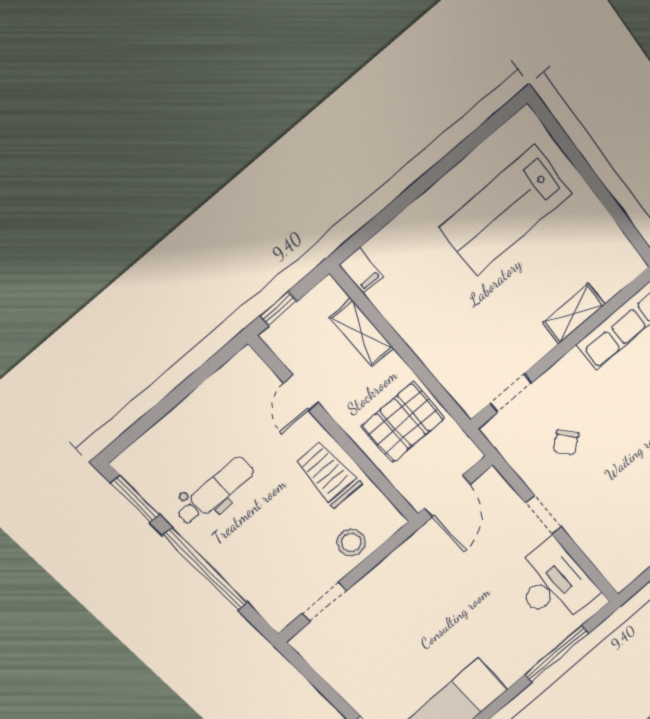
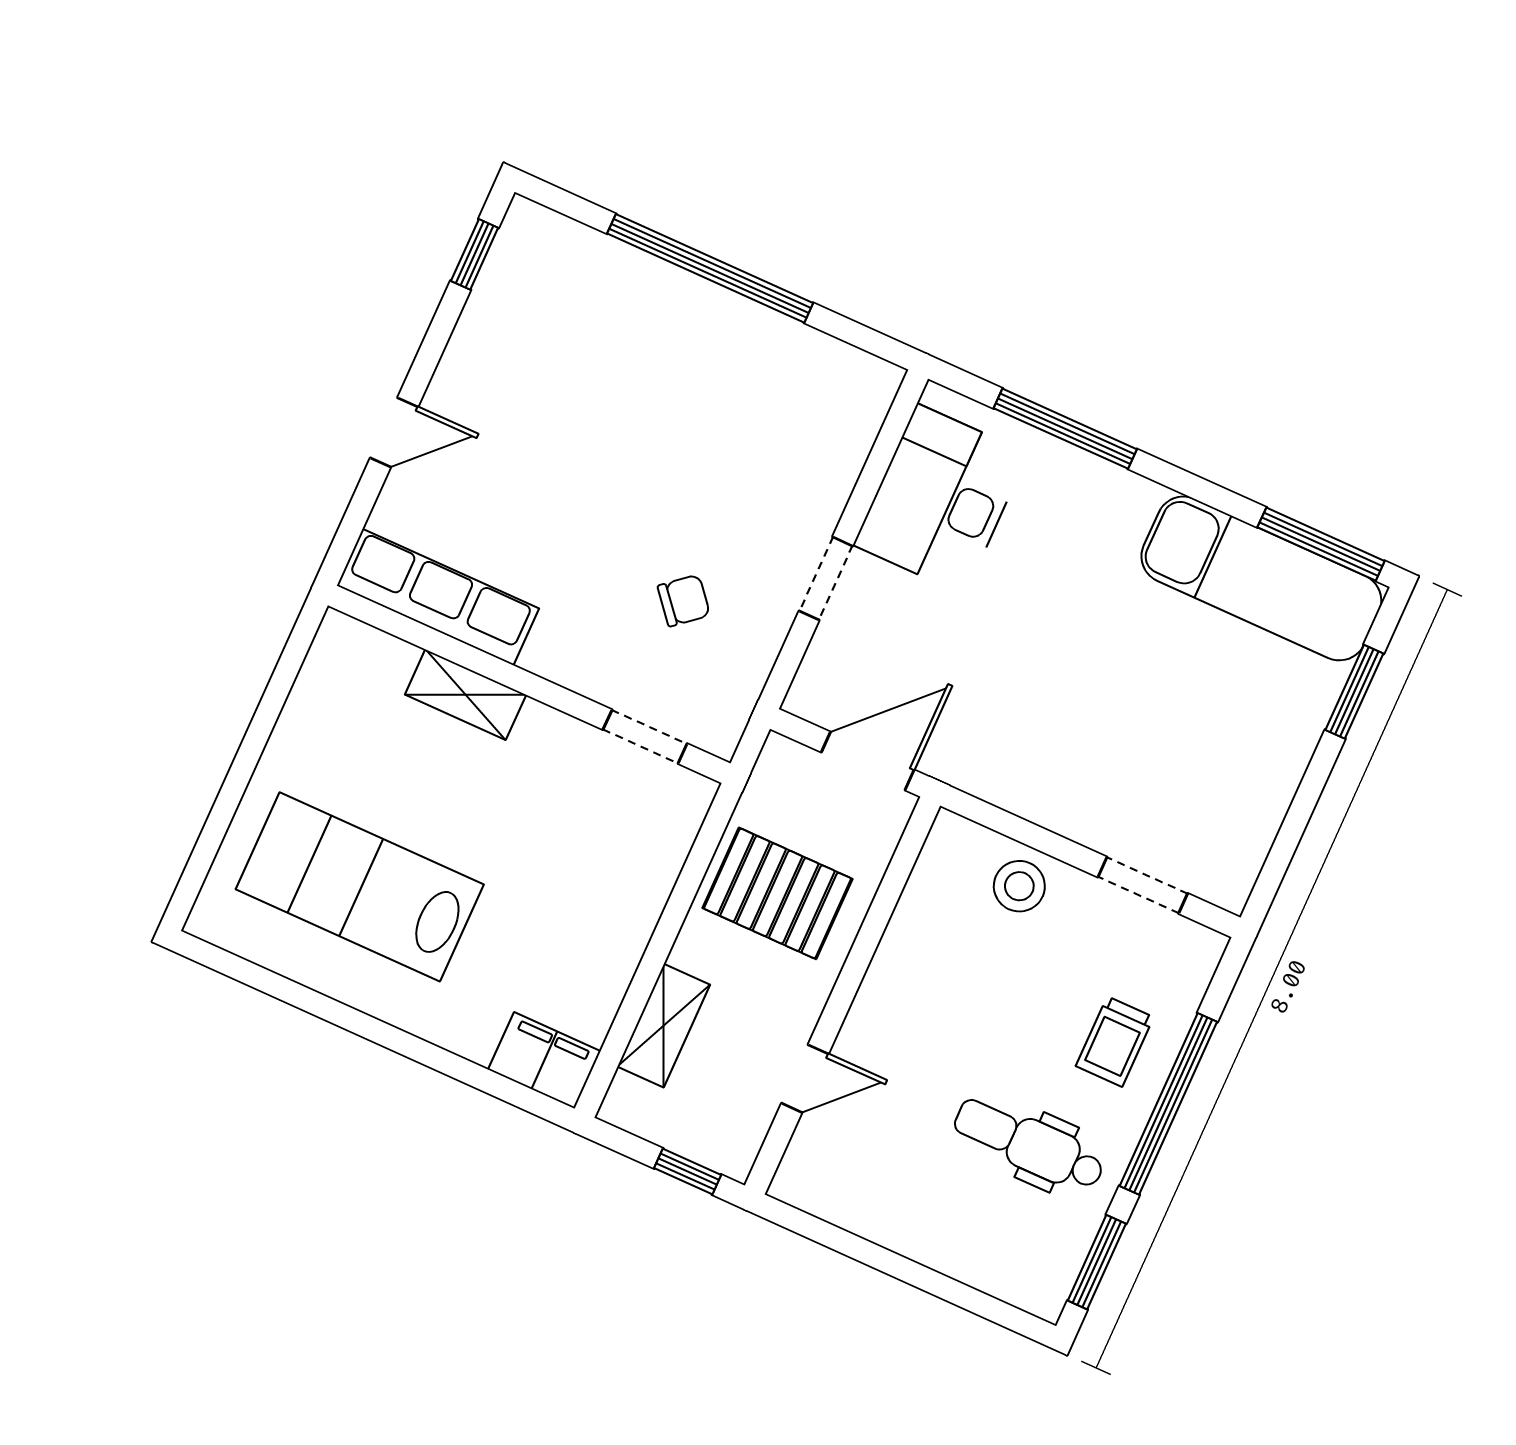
lab bench: (505, 210) -> (360, 887), turned 180
filing cabinet: (361, 271) -> (544, 1060), width x2.00
trolley: (328, 475) -> (1115, 1042), moved, width x0.73, depth x0.72

